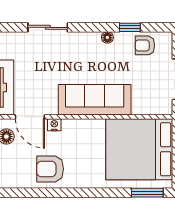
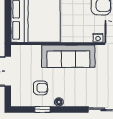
armchair: (145, 45) -> (40, 88), moved

